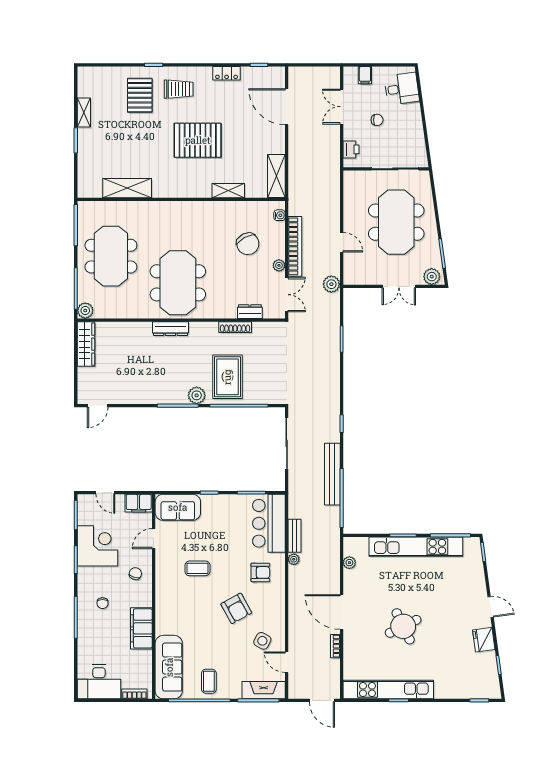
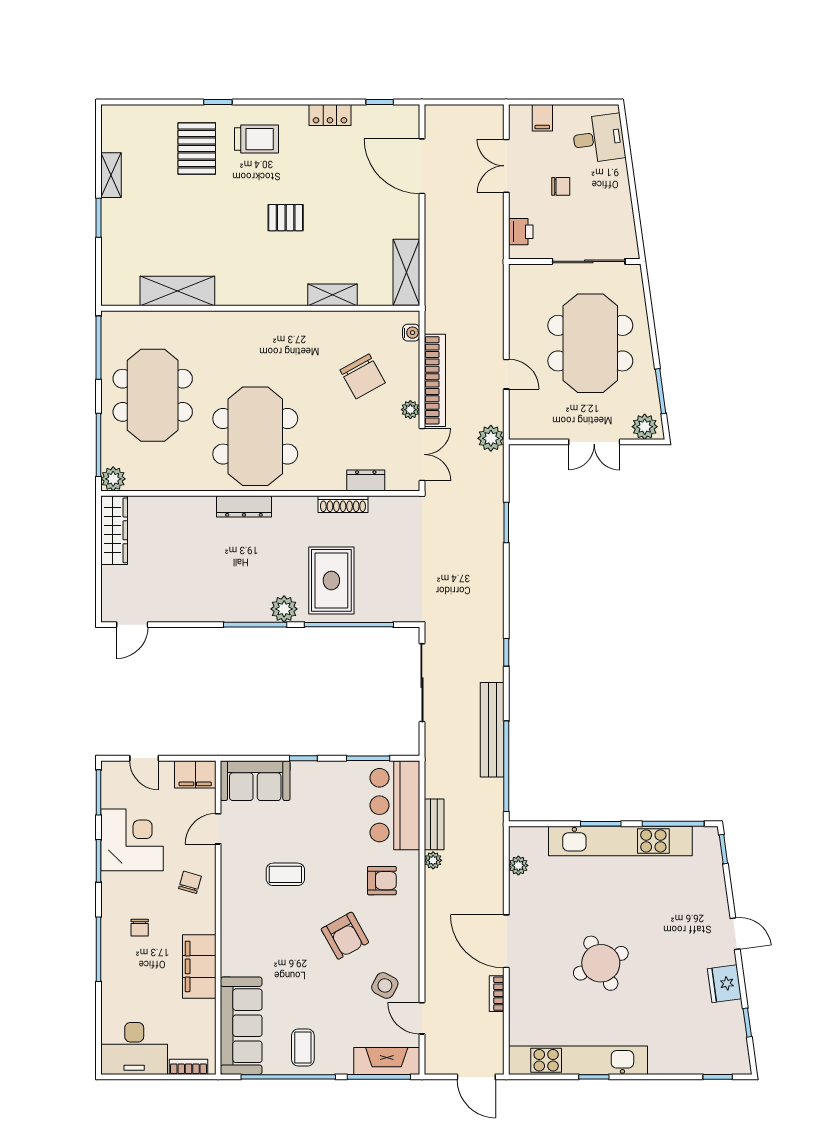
pallet: (198, 140) -> (286, 218), width x0.49, depth x0.50

